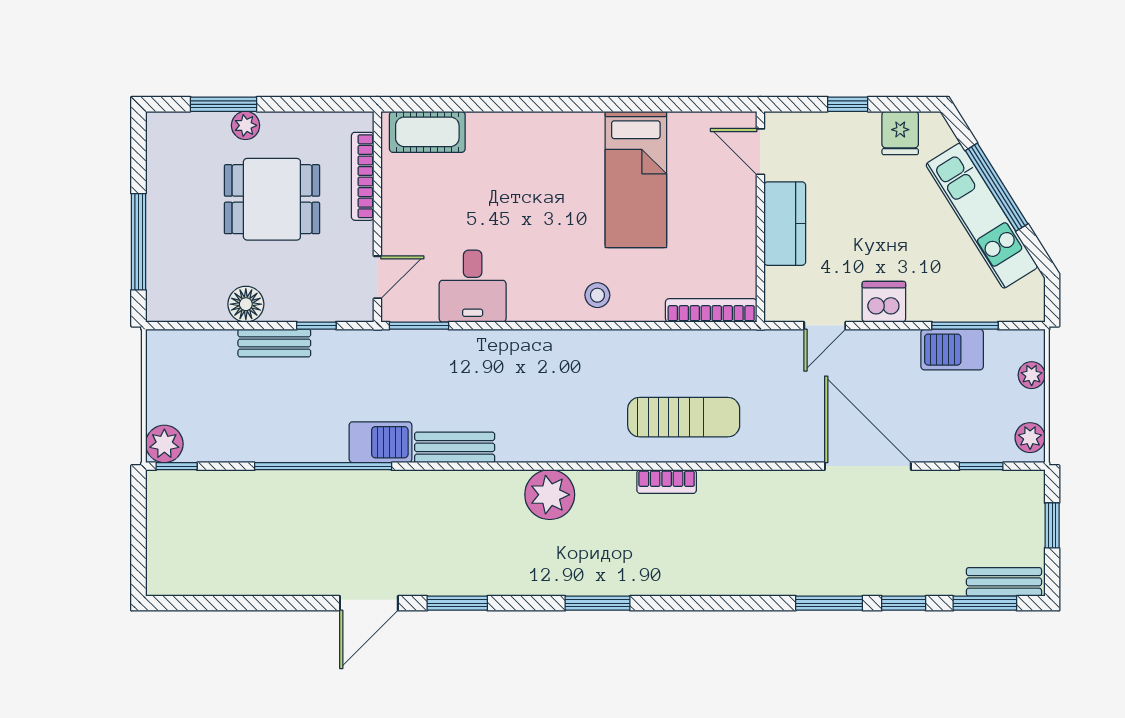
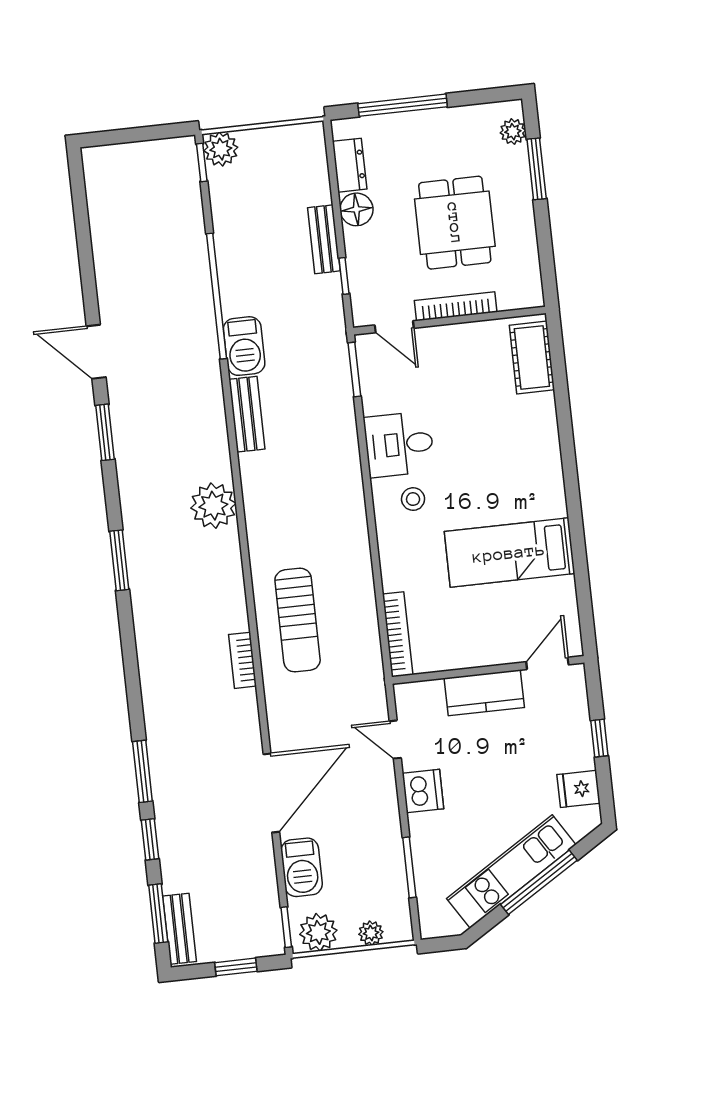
plant: (246, 125) -> (513, 132), moved
bookcase: (363, 176) -> (456, 306), moved
desk: (473, 286) -> (399, 444), moved
stool: (597, 295) -> (413, 499), moved
dresser: (197, 306) -> (350, 165), added
barbecue: (952, 350) -> (302, 867), moved, turned 180
plant: (1030, 438) -> (318, 932), width x1.38, depth x1.38
window: (981, 466) -> (286, 927), moved
bookcase: (667, 482) -> (242, 660), moved

